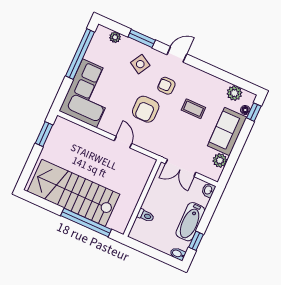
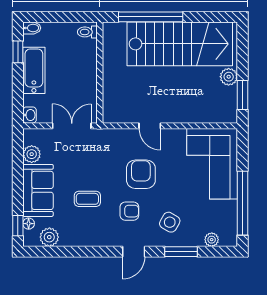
plant: (48, 152) -> (229, 77), added
toilet: (146, 215) -> (87, 32), moved

